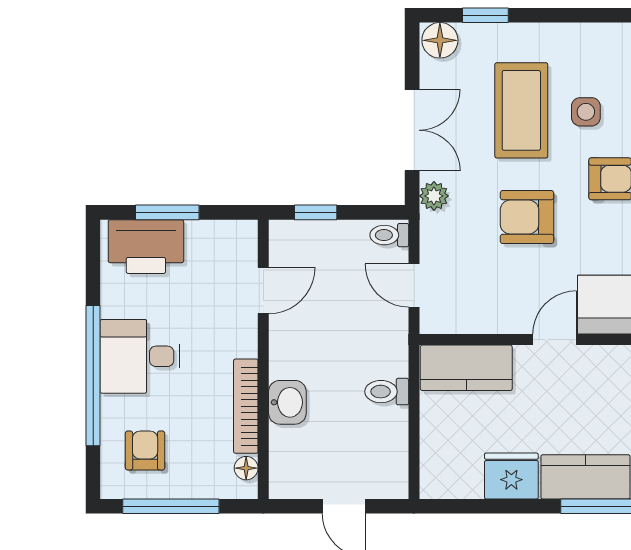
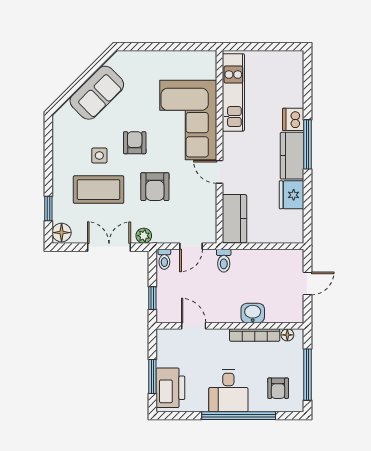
toilet: (387, 392) -> (224, 261), moved
armchair: (145, 450) -> (278, 388), turned -90

